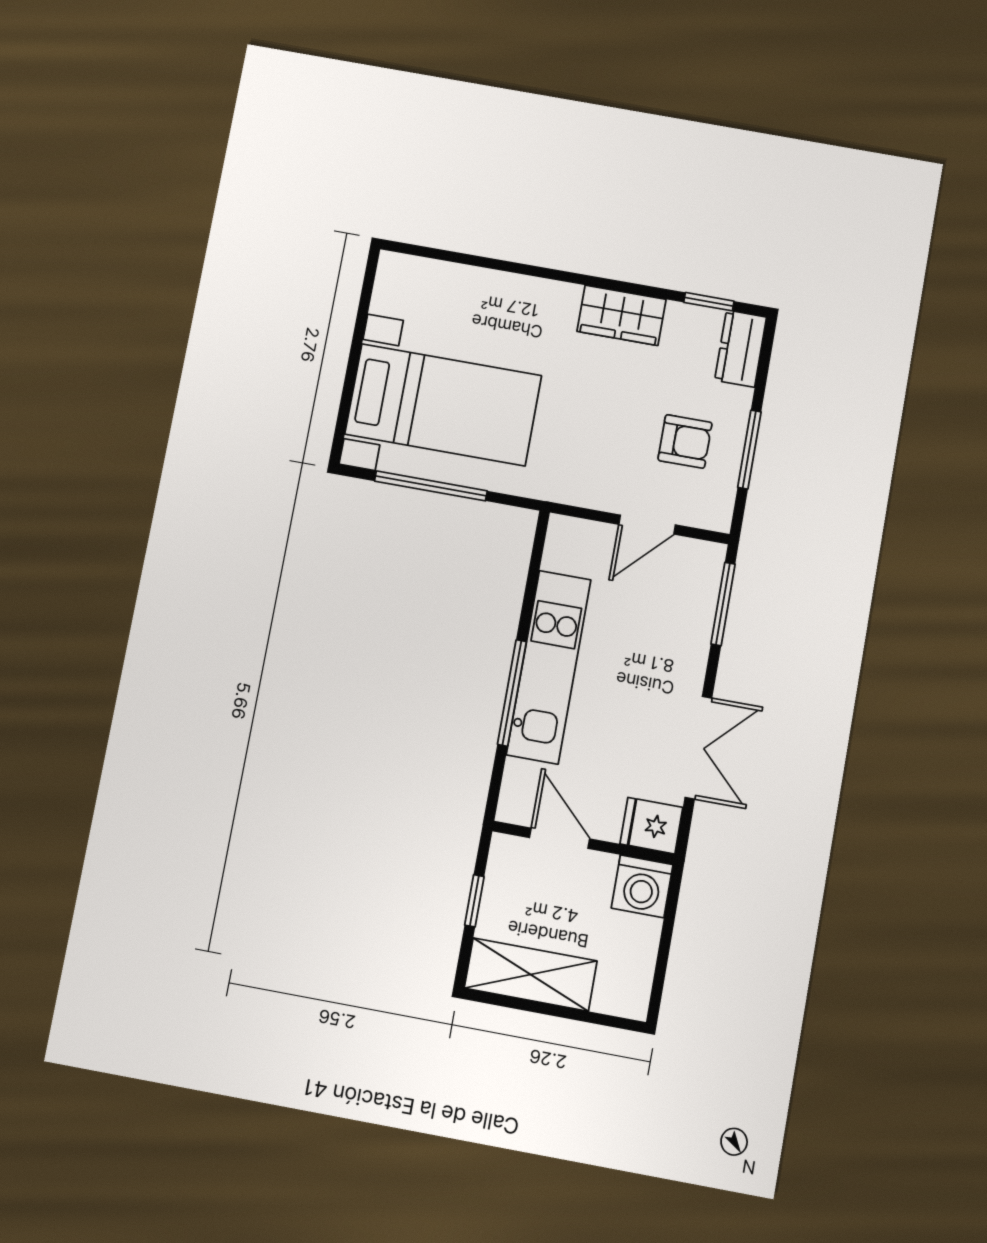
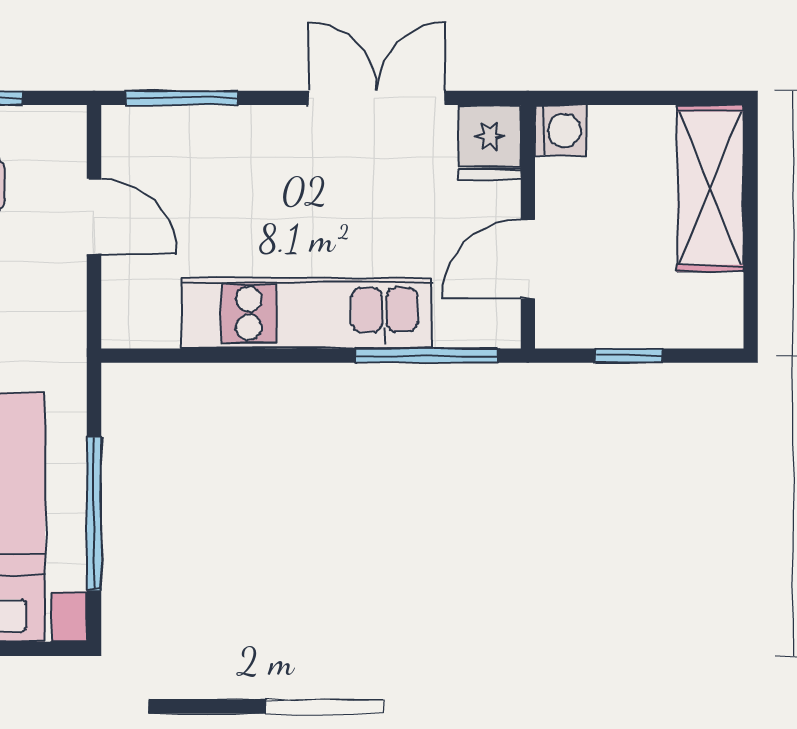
window: (512, 693) -> (427, 356), moved
washing machine: (642, 886) -> (561, 131), width x0.73, depth x0.73
shelving: (531, 975) -> (710, 188), moved

